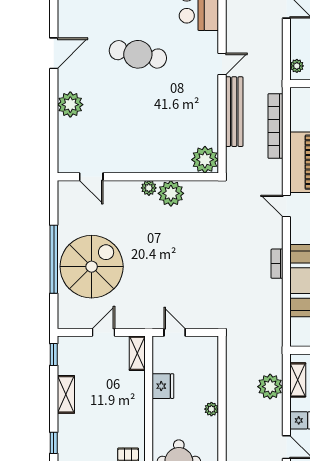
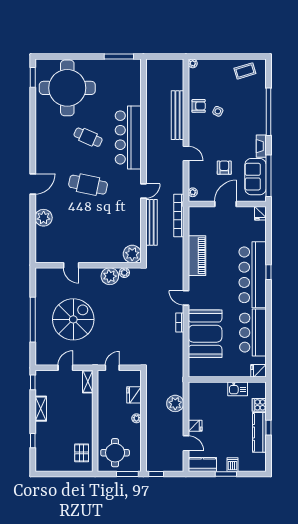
bookcase: (275, 126) -> (179, 216), moved
door: (91, 177) -> (71, 265), moved
plant: (149, 188) -> (124, 273), moved
door: (286, 206) -> (186, 298), moved
spiral stairs: (92, 267) -> (73, 319), moved
door: (175, 332) -> (112, 368), hinge flipped
shelving: (298, 380) -> (193, 399), removed
fridge: (163, 386) -> (134, 395), moved, turned 180

